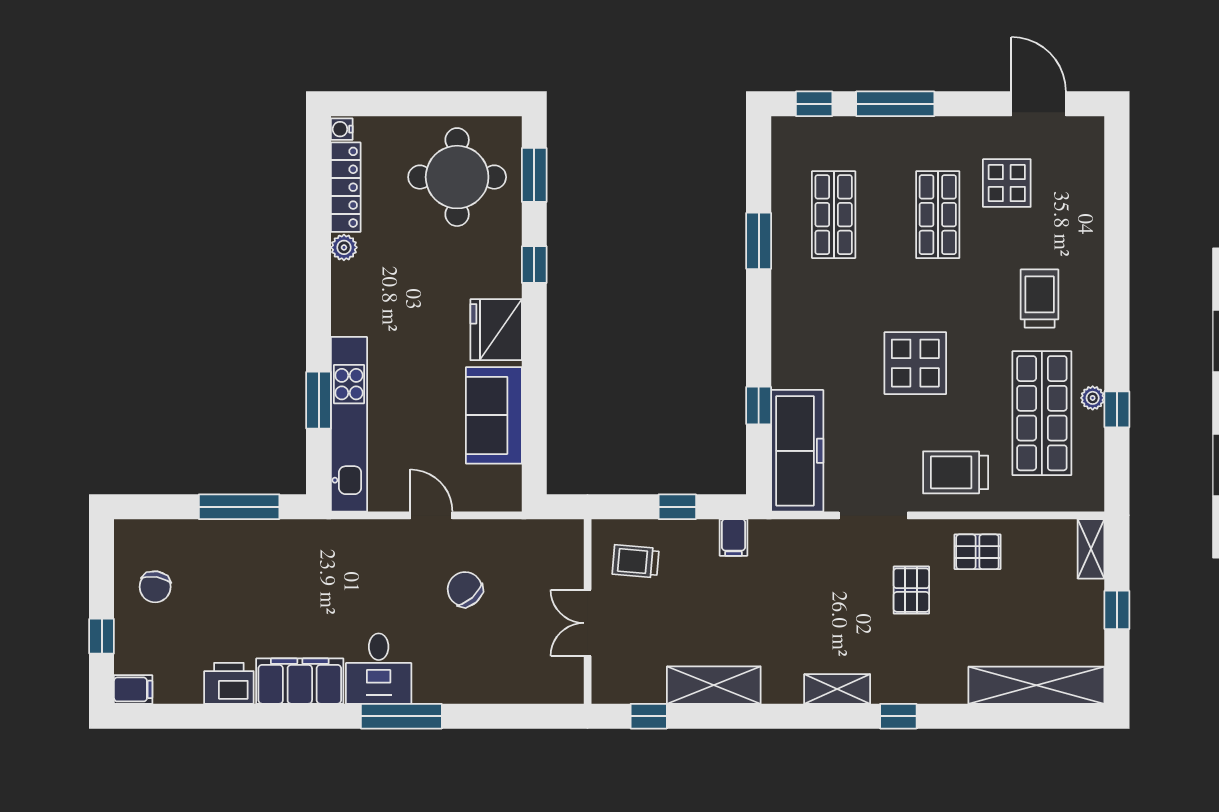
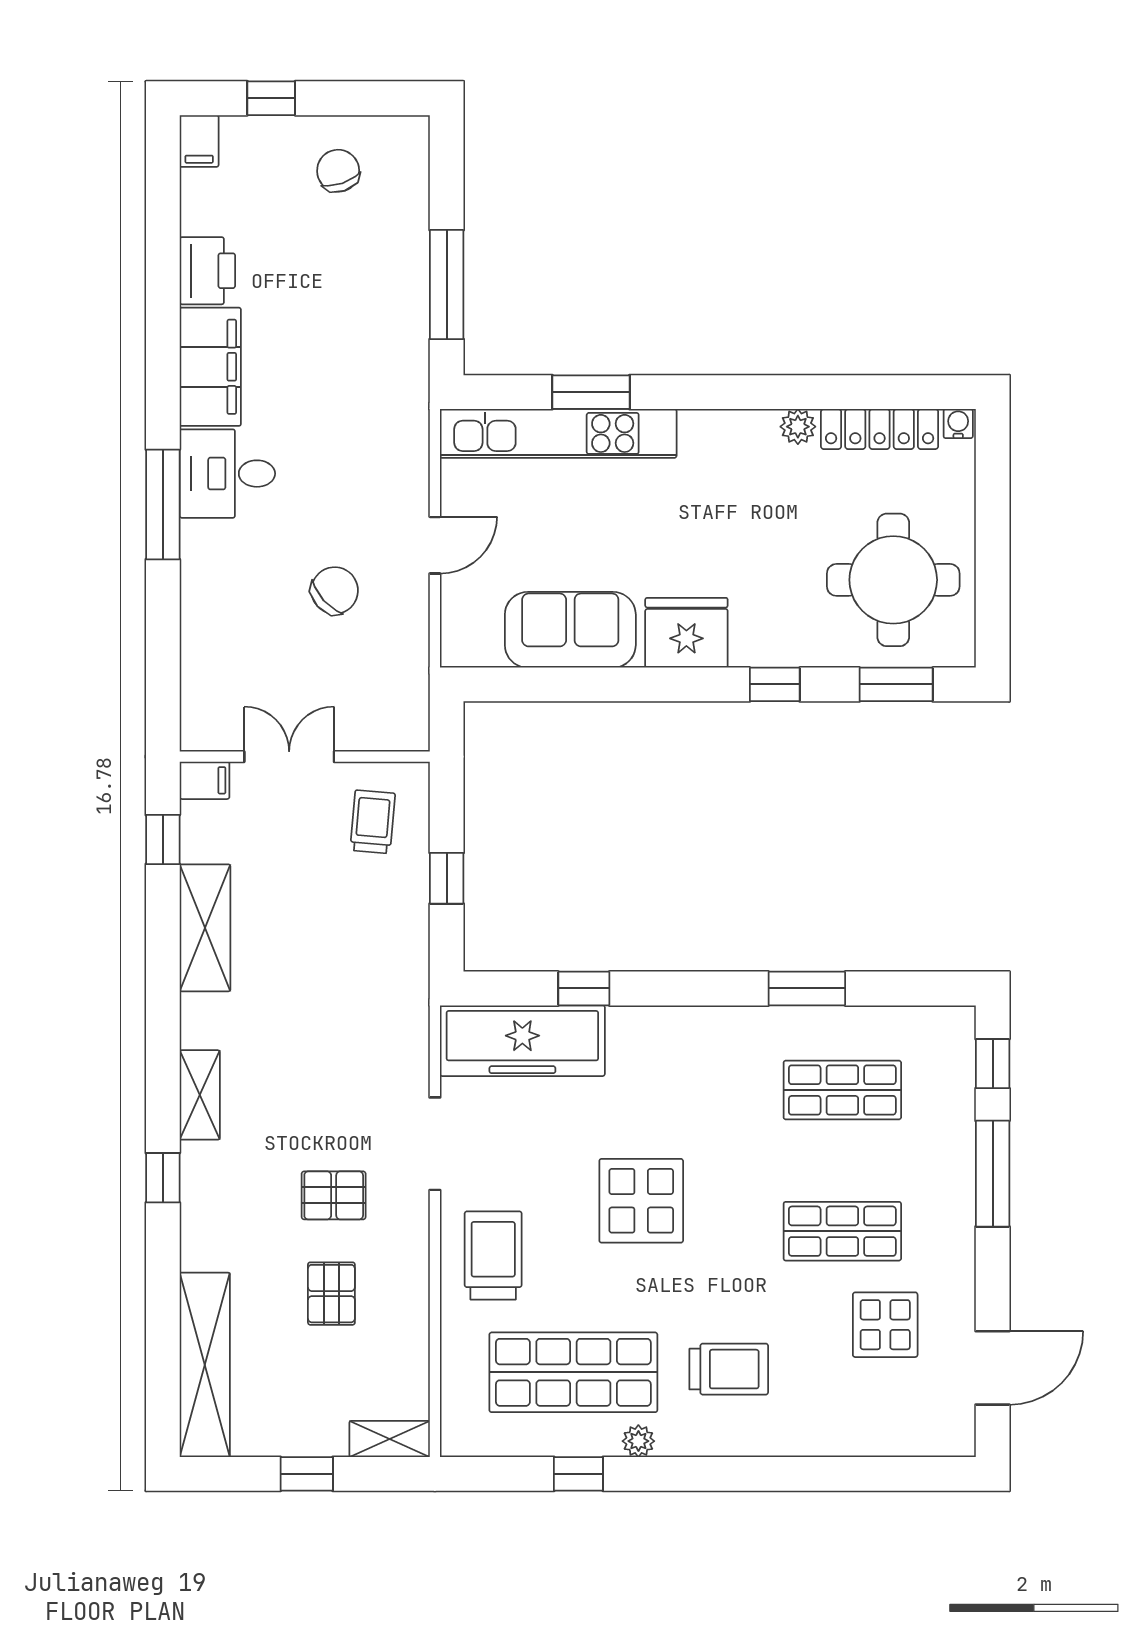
plant: (1093, 398) -> (638, 1441), moved
filing cabinet: (733, 537) -> (204, 780), moved, turned 180
pallet: (977, 552) -> (331, 1294), moved
chair: (155, 587) -> (338, 171), turned 62

